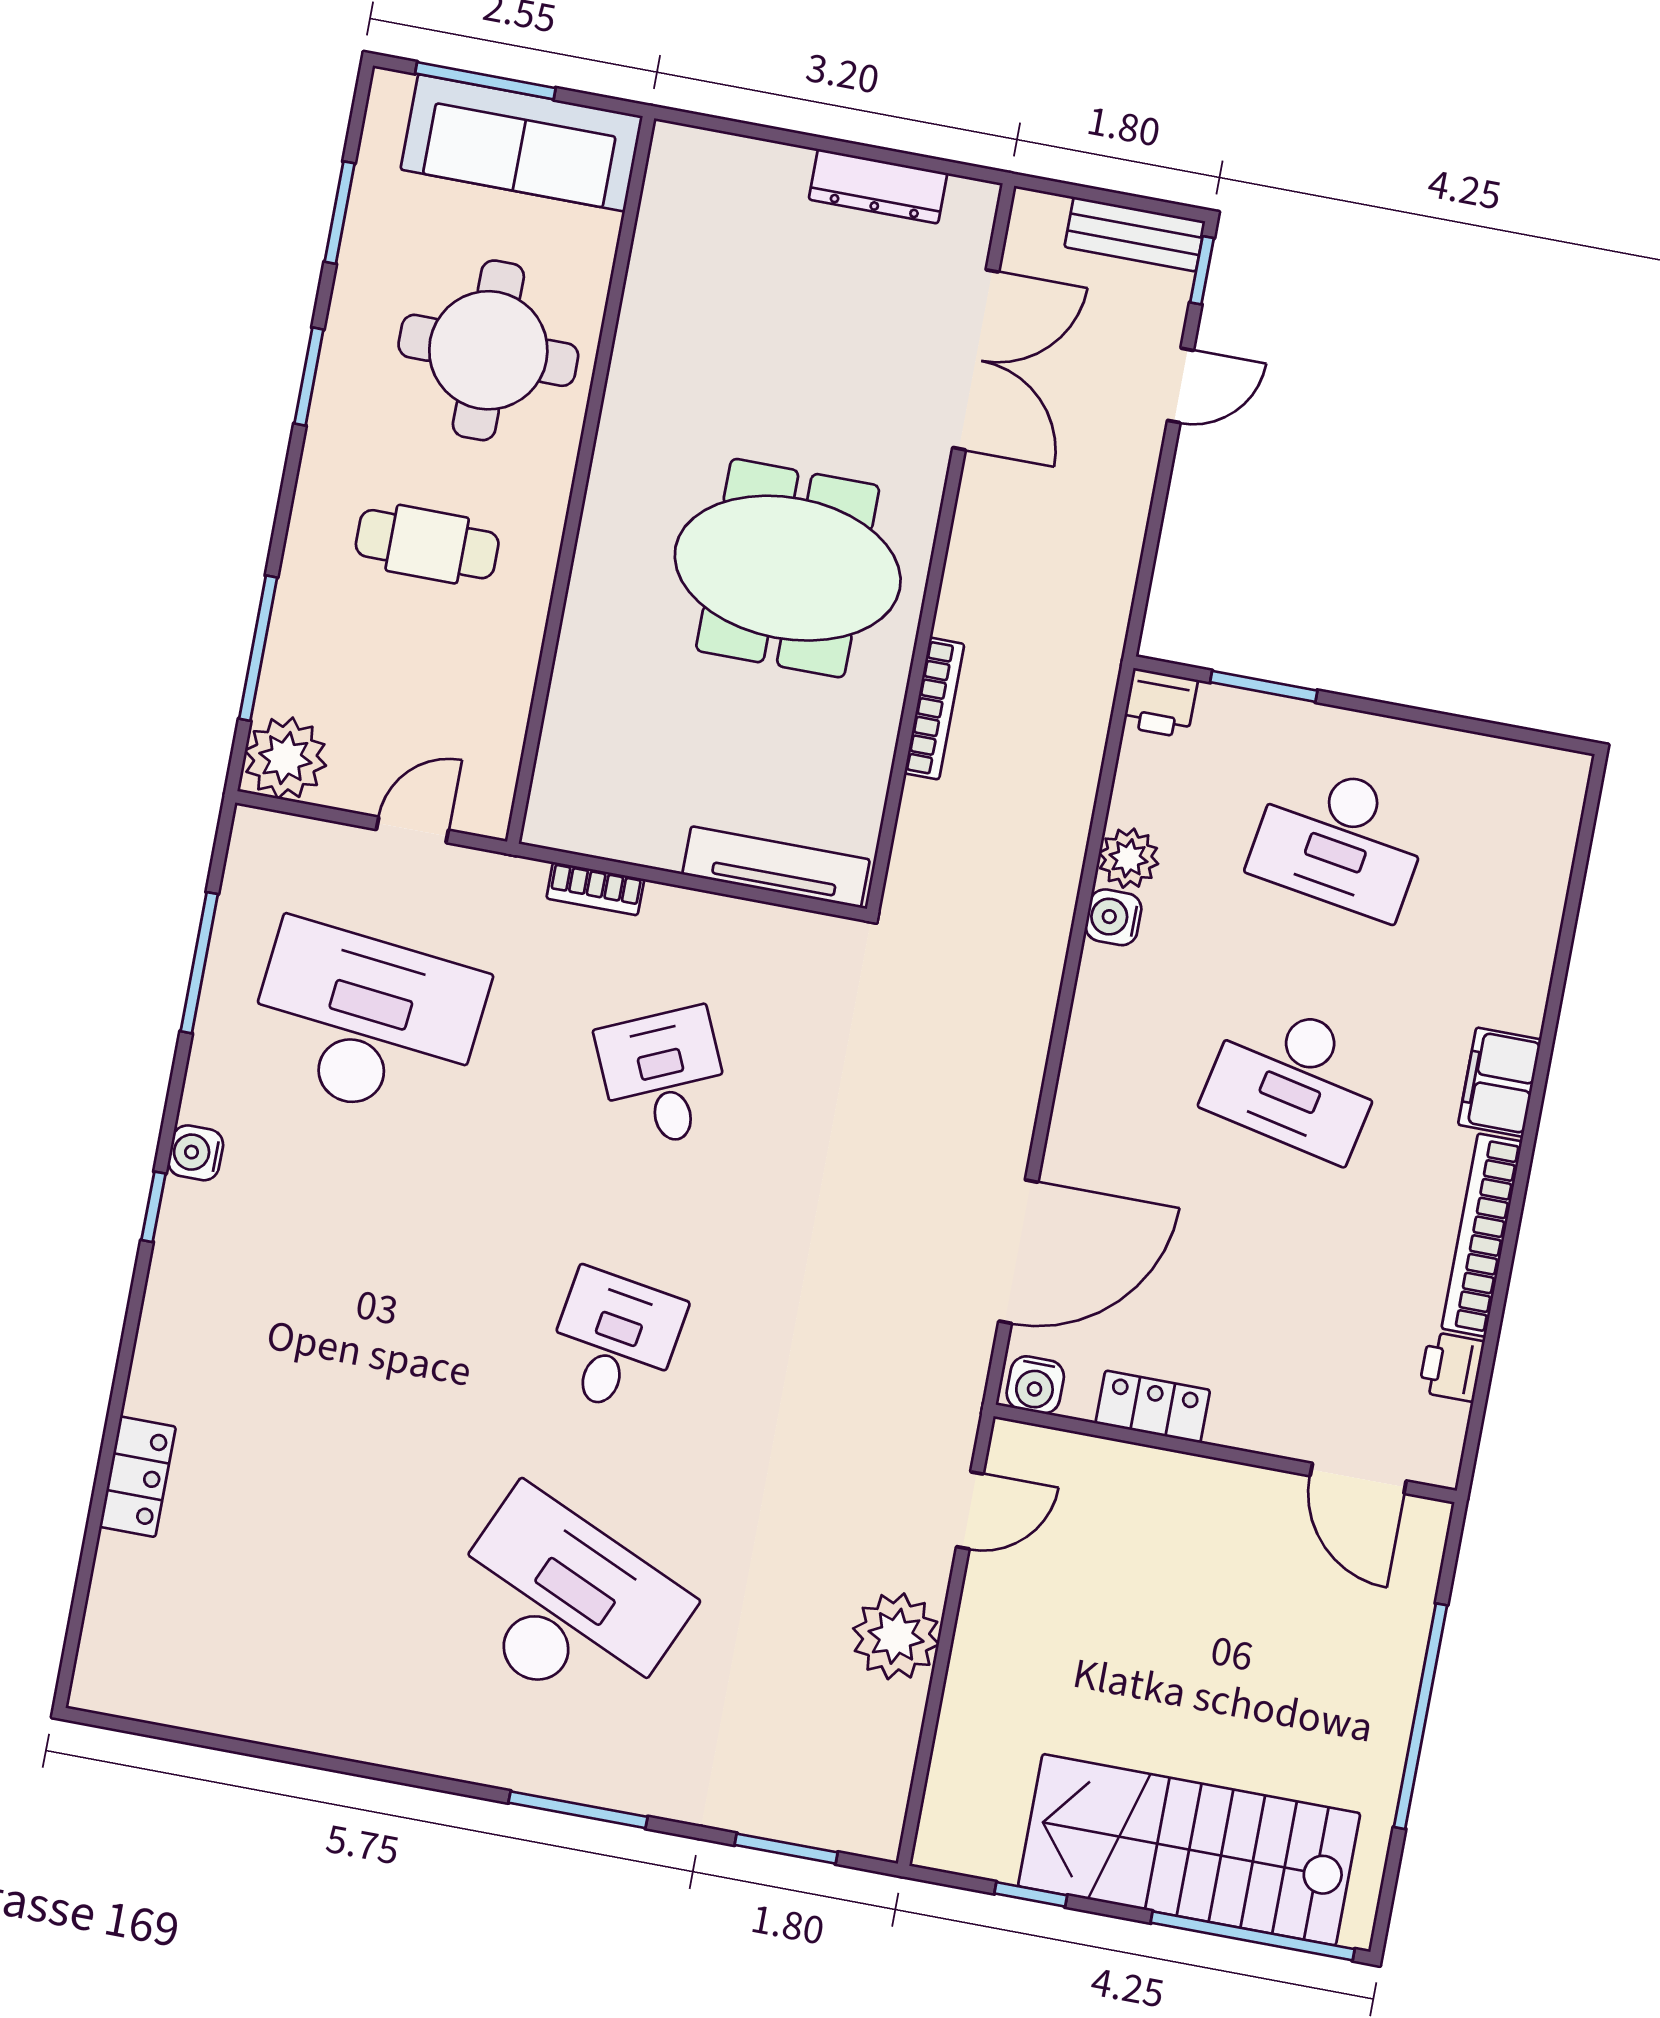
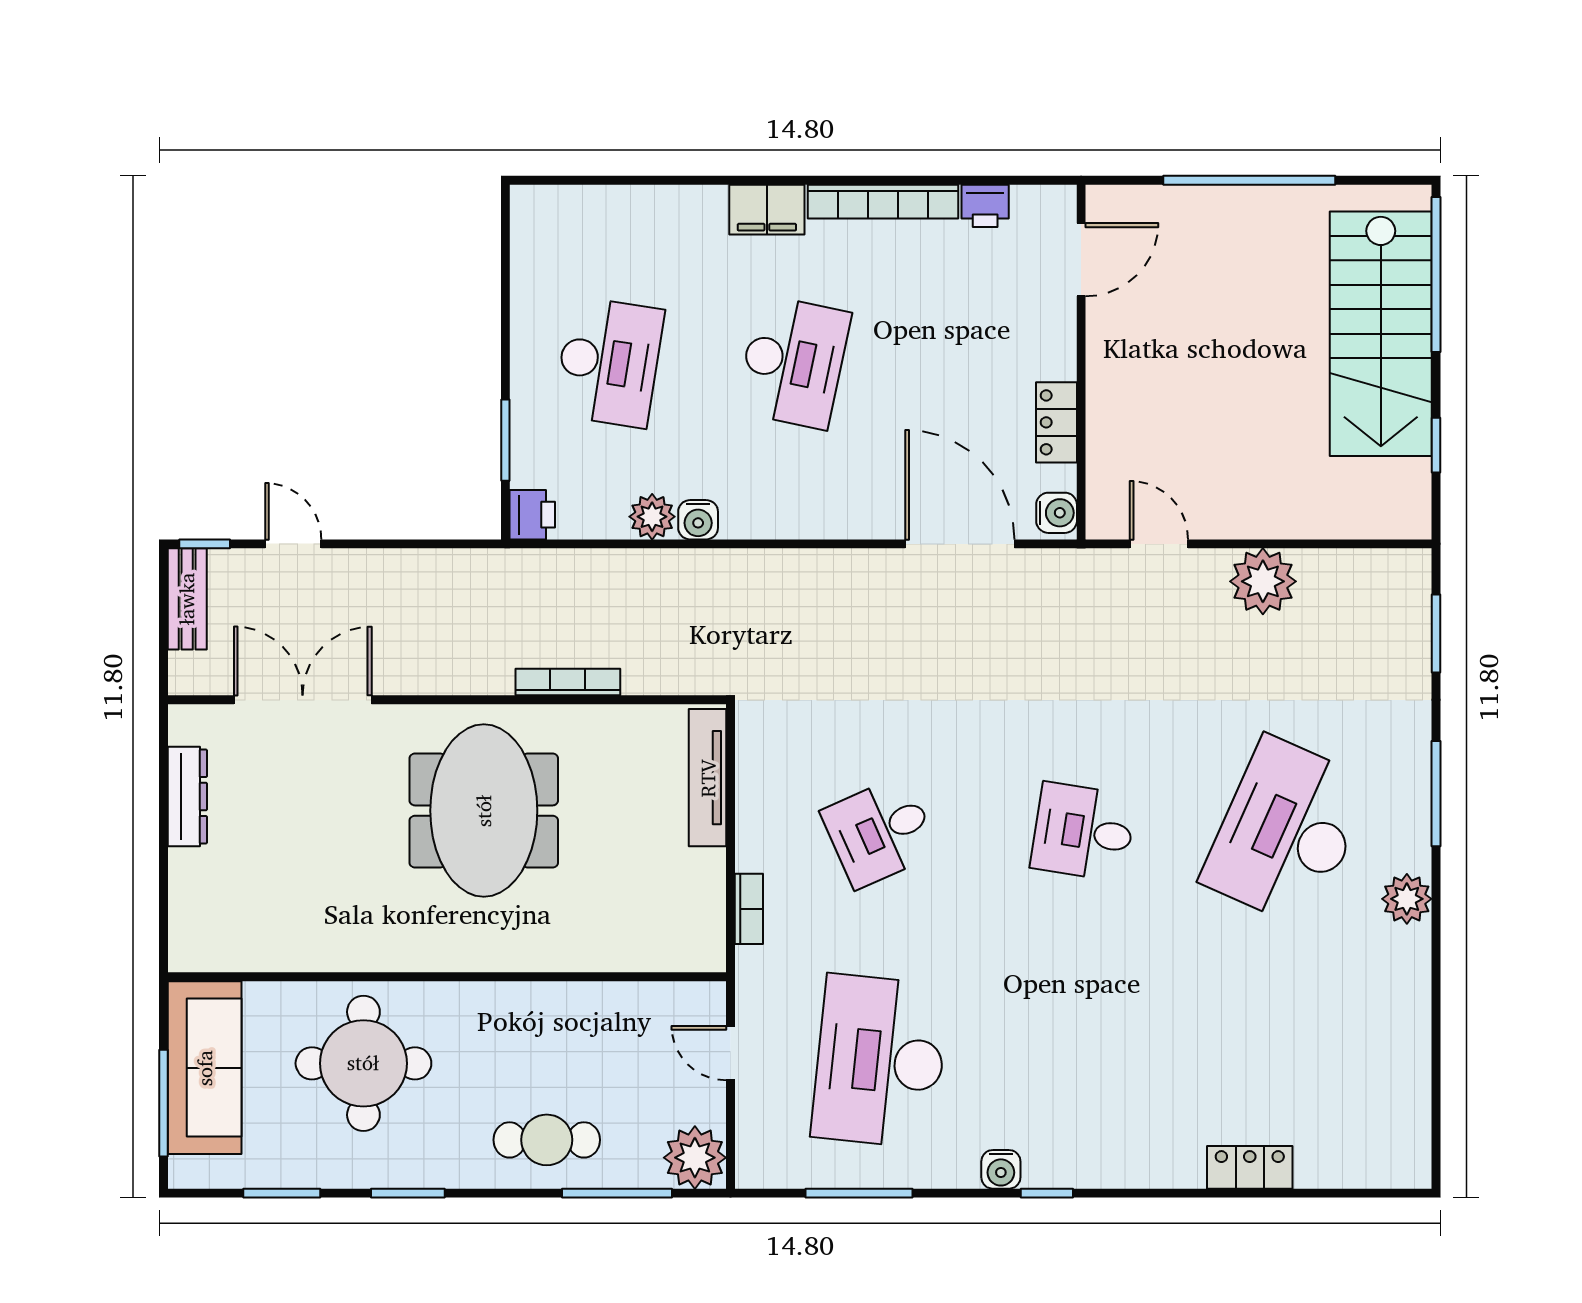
cafe table: (427, 544) -> (547, 1140), moved, turned 90
plant: (448, 1746) -> (1407, 899), added

